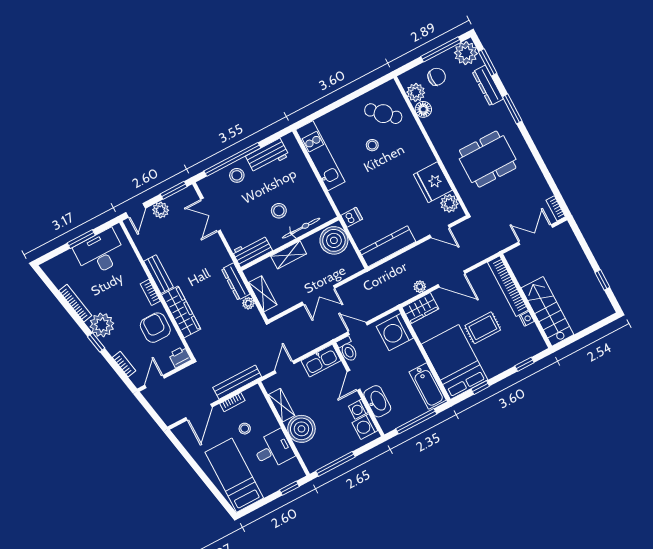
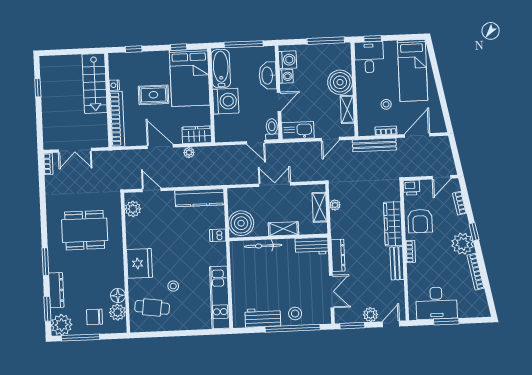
cafe table: (383, 114) -> (152, 307), turned -36
fridge: (433, 182) -> (139, 263), moved
stool: (279, 211) -> (275, 269), removed
dresser: (236, 282) -> (338, 255), moved
washing machine: (395, 332) -> (226, 101), moved
desk: (273, 450) -> (369, 57), moved, turned 90

